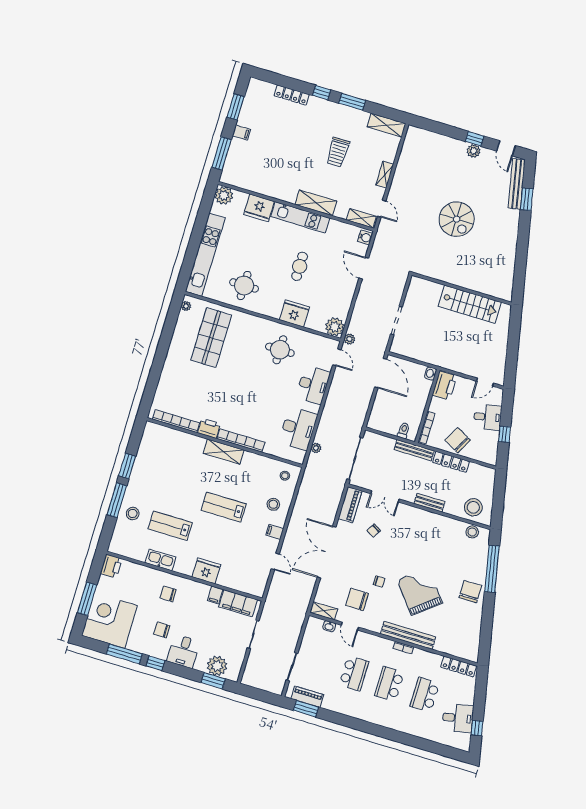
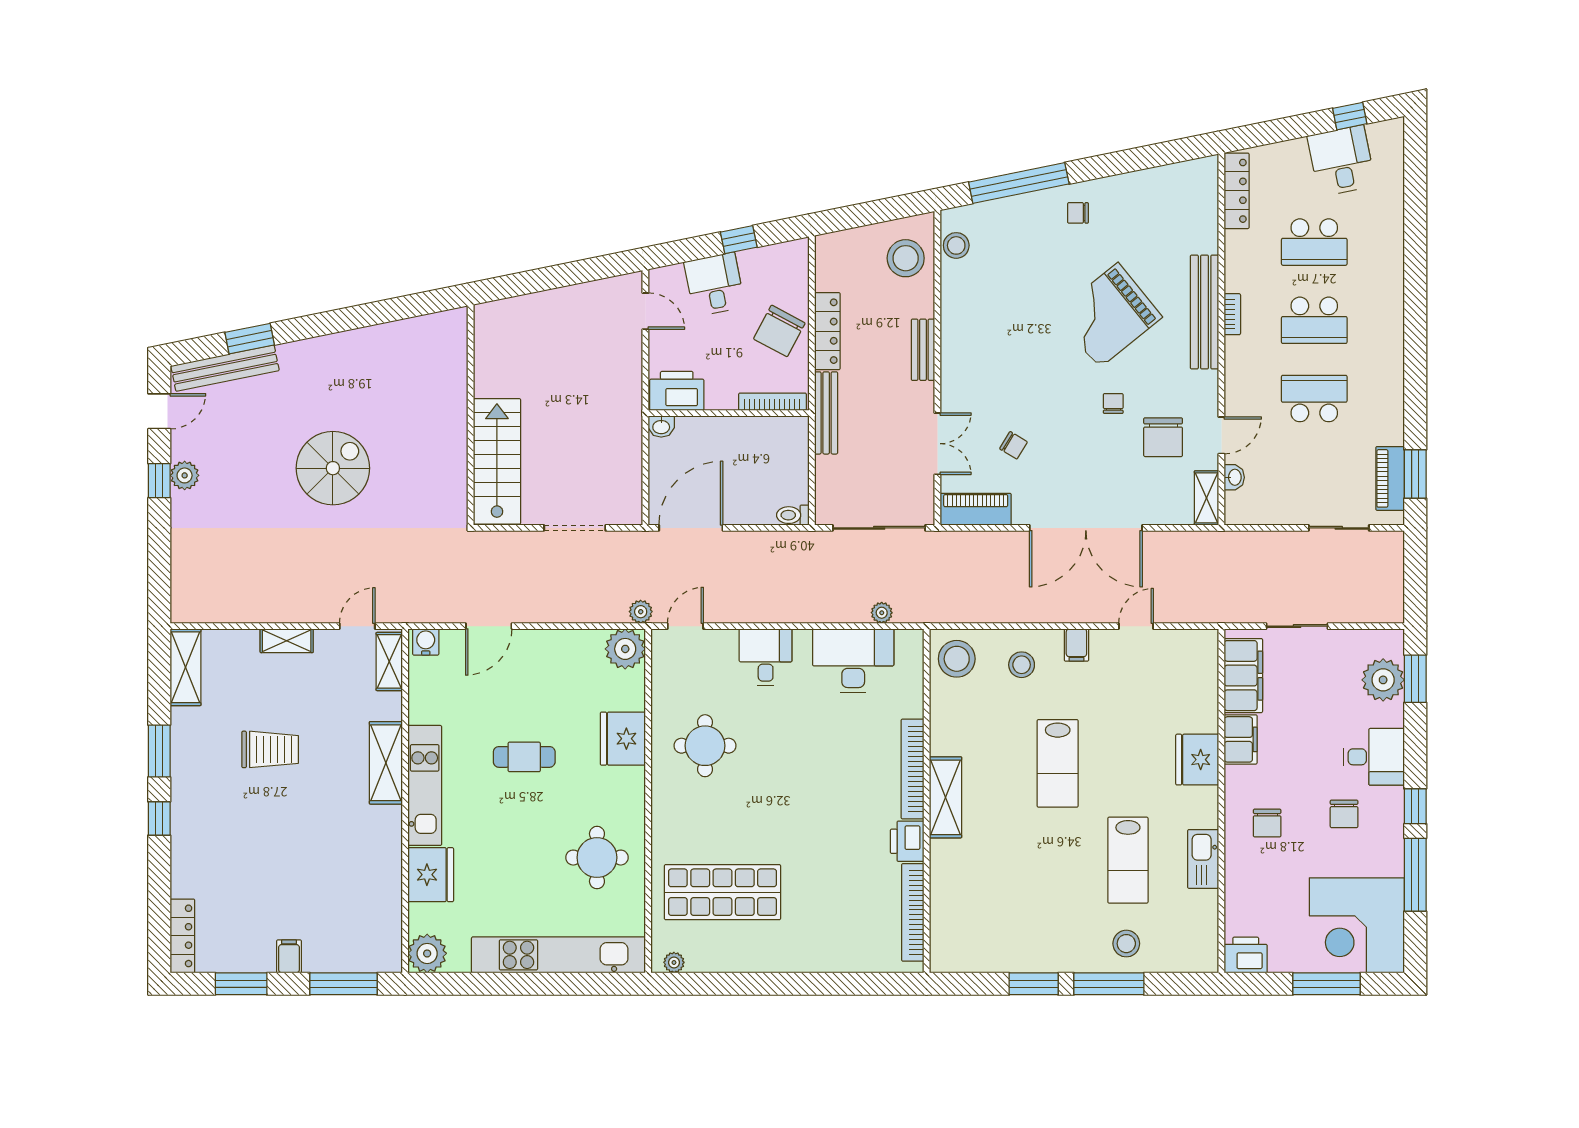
locker: (292, 95) -> (182, 936), moved
stairs: (470, 304) -> (497, 461), moved
desk: (313, 385) -> (766, 657), width x0.73
toilet: (404, 431) -> (793, 515), moved
stool: (285, 476) -> (957, 659), width x1.89, depth x1.89
chair: (470, 592) -> (1078, 213), width x0.54, depth x0.54
filing cabinet: (215, 595) -> (1241, 739), width x2.00

